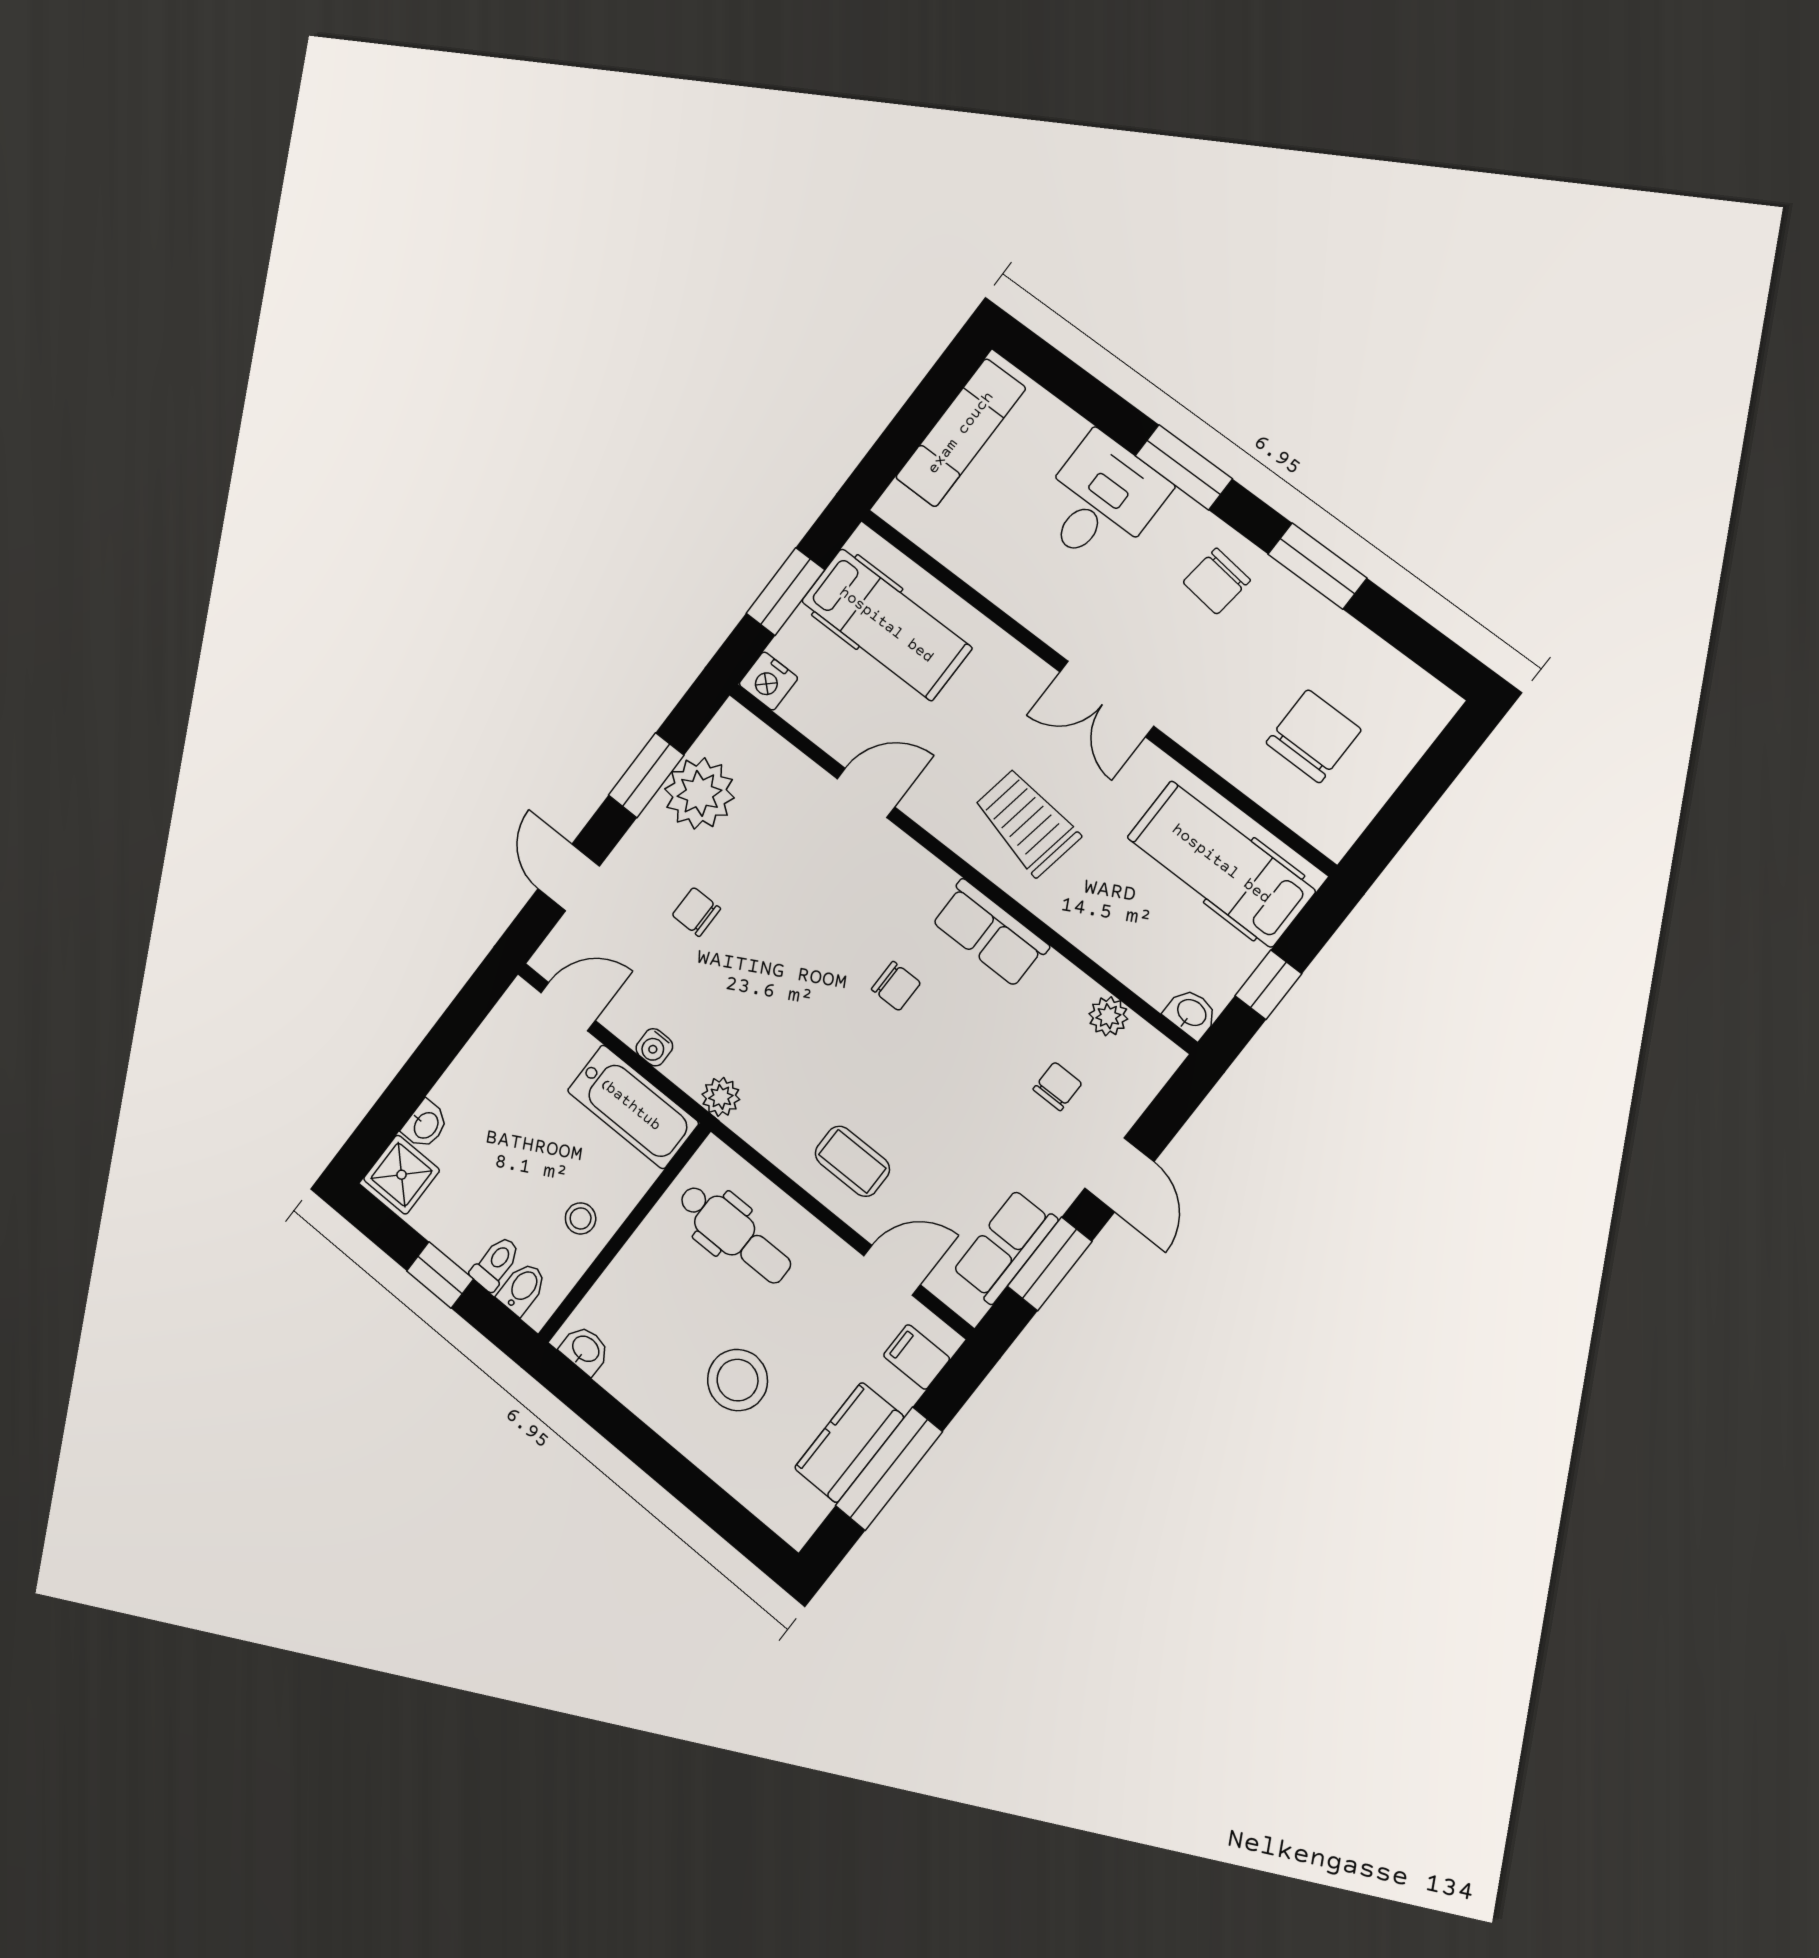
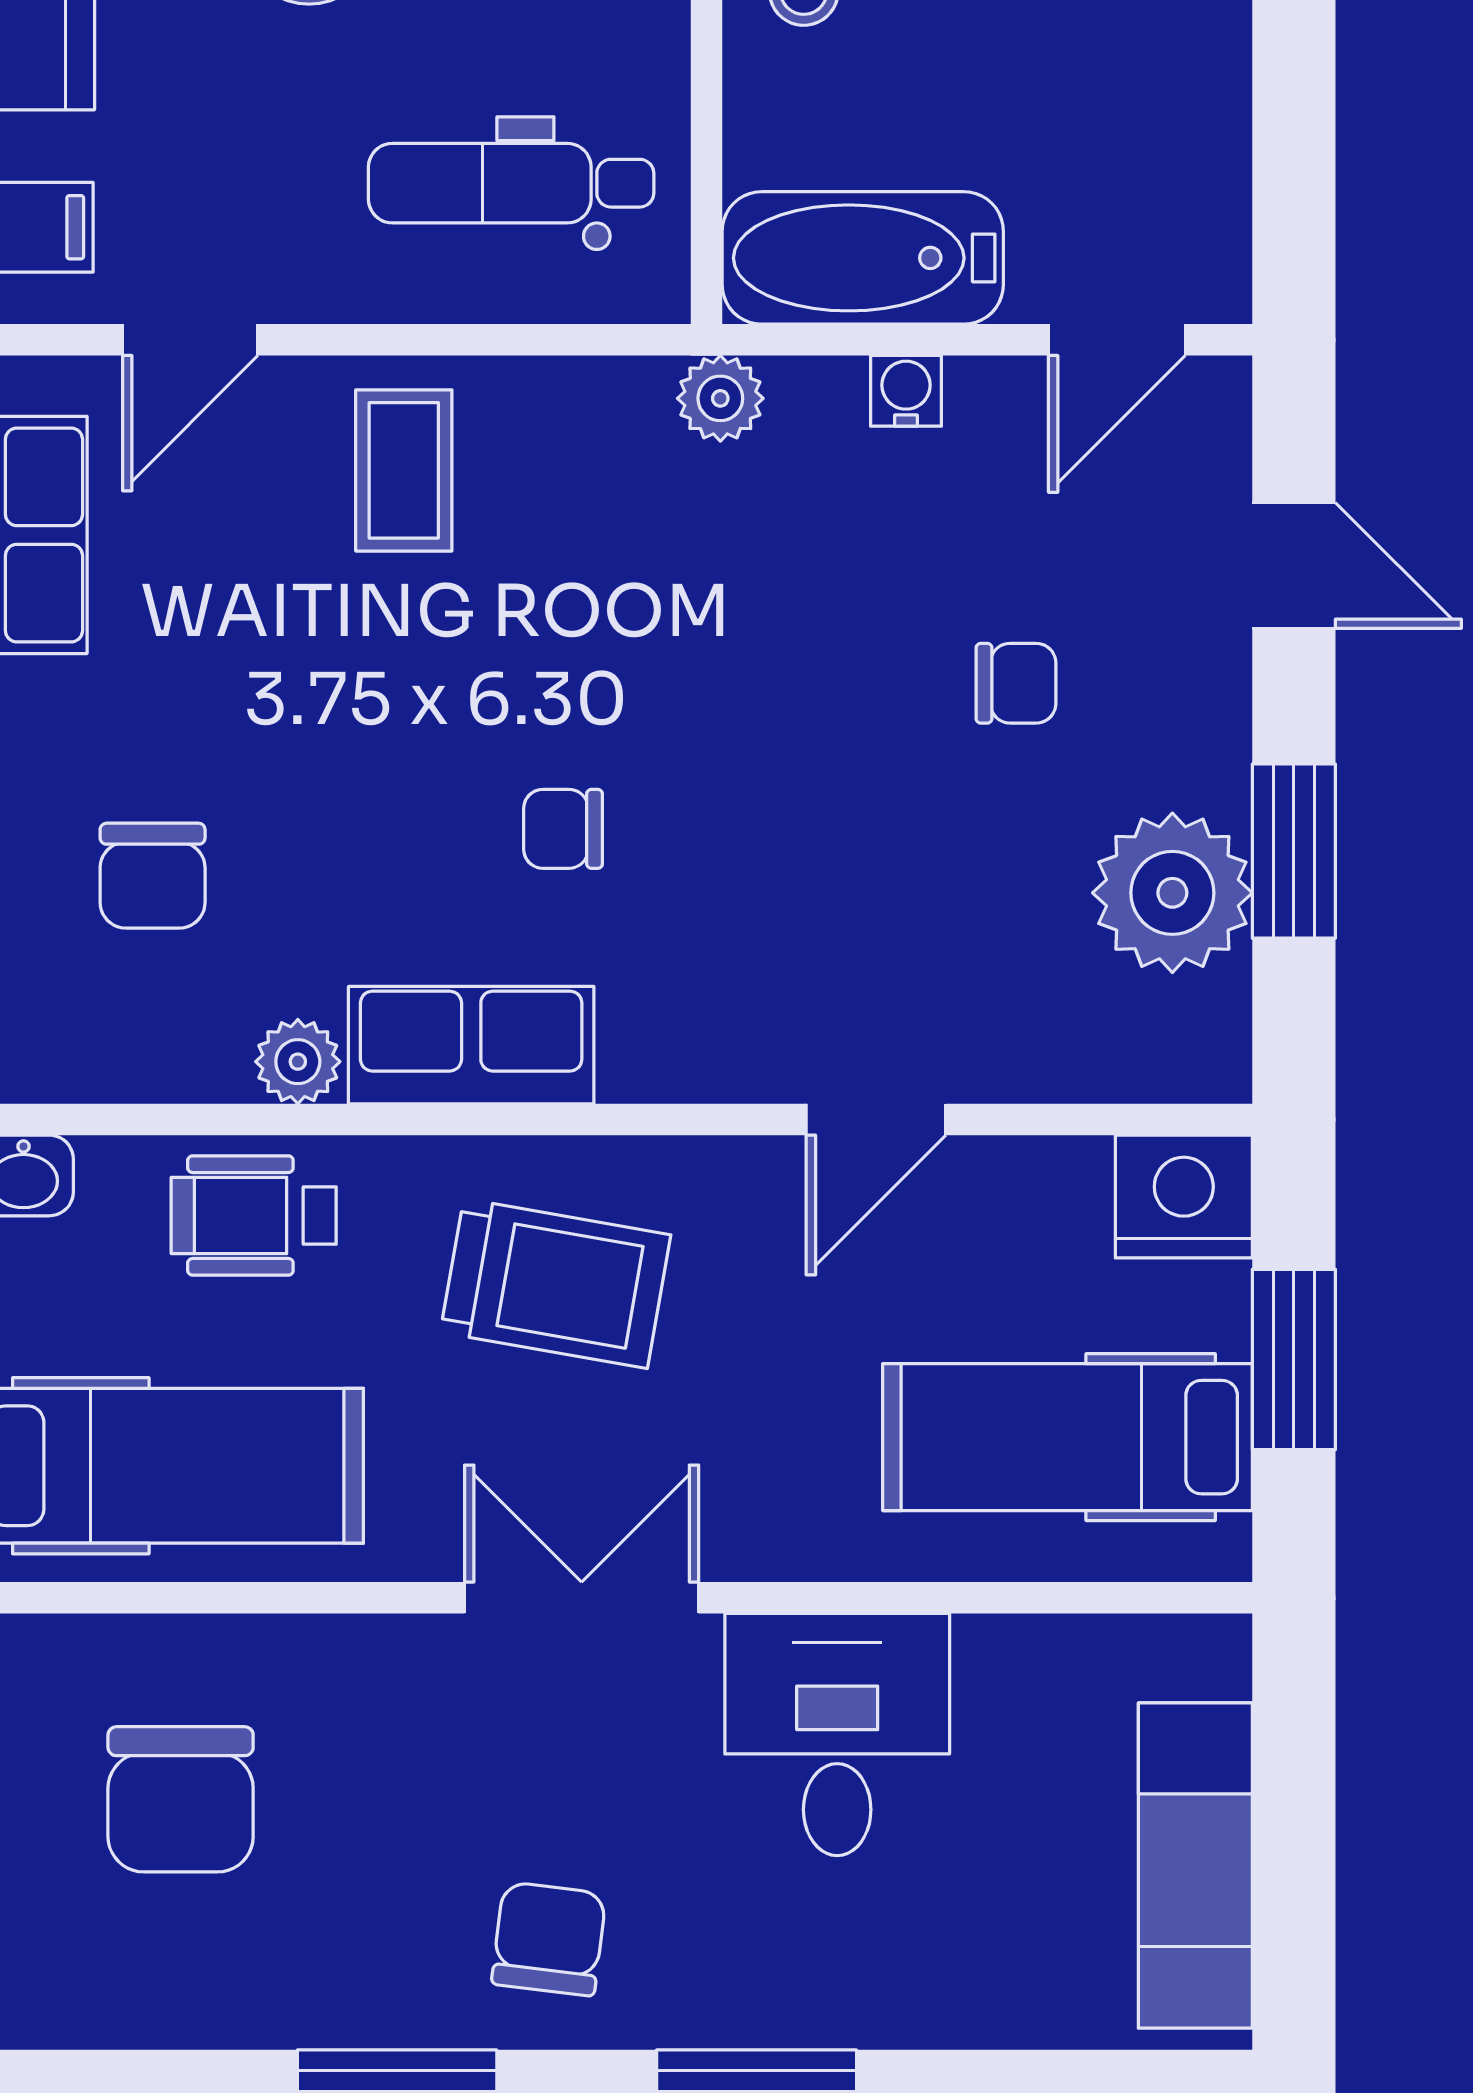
desk: (1101, 501) -> (837, 1734), moved, turned 180
nightstand: (768, 681) -> (1184, 1197), width x1.36, depth x1.33
wheelchair: (1118, 932) -> (254, 1215), added
plant: (1108, 1016) -> (298, 1062), moved
chair: (1057, 1086) -> (153, 876), width x1.37, depth x1.37
coffee table: (852, 1161) -> (404, 470), turned 90

